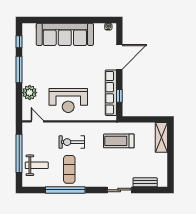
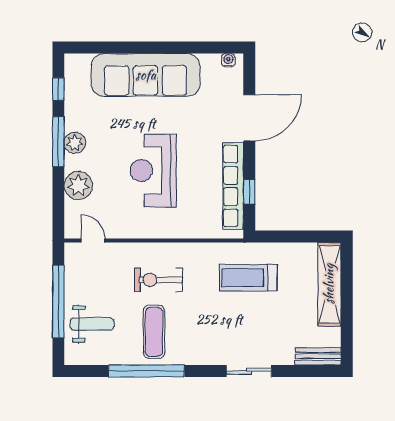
plant: (28, 70) -> (75, 143), added
reception desk: (68, 100) -> (153, 171), moved, turned 90
shelving: (161, 137) -> (329, 284), width x1.47
bench: (145, 182) -> (318, 356), moved

